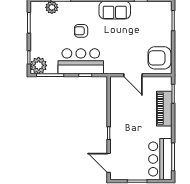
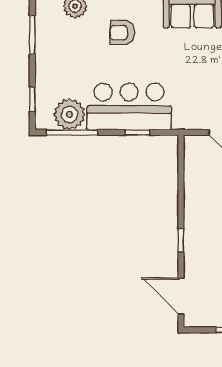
armchair: (81, 31) -> (122, 33), moved
plant: (39, 65) -> (70, 114), moved

